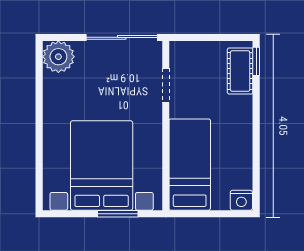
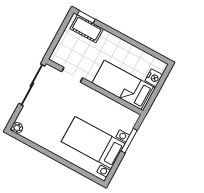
plant: (58, 57) -> (17, 128), width x0.53, depth x0.53
bed with nightstands: (102, 165) -> (93, 143), width x0.73
nightstand: (241, 200) -> (154, 78), moved

